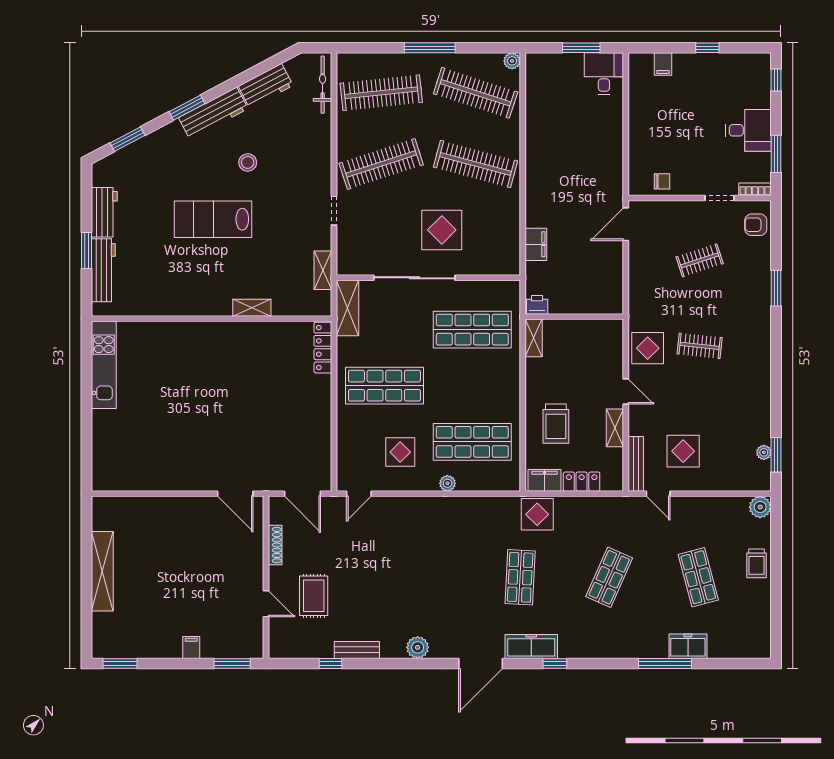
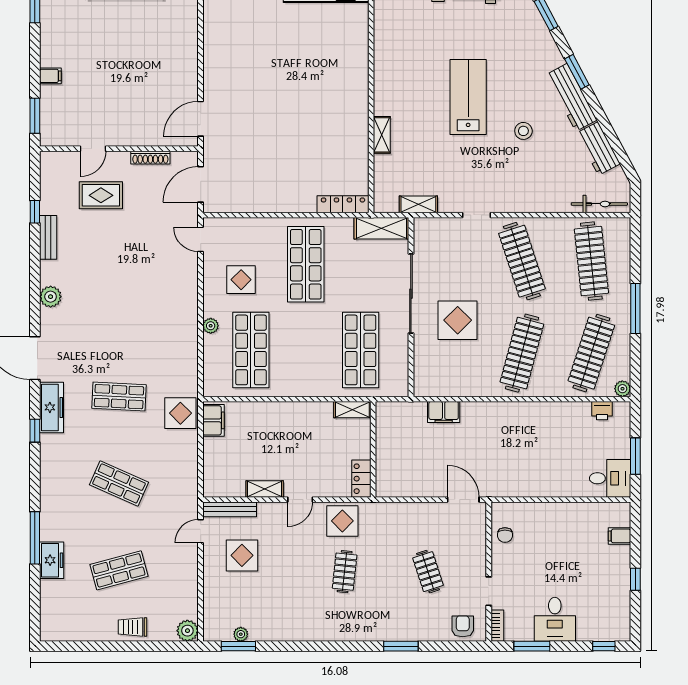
printer: (537, 305) -> (602, 411), moved, turned 90
trolley: (556, 424) -> (269, 432), removed
locker: (582, 482) -> (361, 479), moved, turned 180

